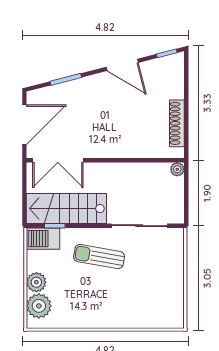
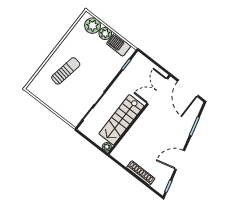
shoe rack: (177, 123) -> (141, 173), moved
stairs: (66, 209) -> (121, 120), moved, turned 180
barbecue: (43, 239) -> (119, 45), moved, turned -90
sun lounger: (99, 257) -> (66, 71), moved

